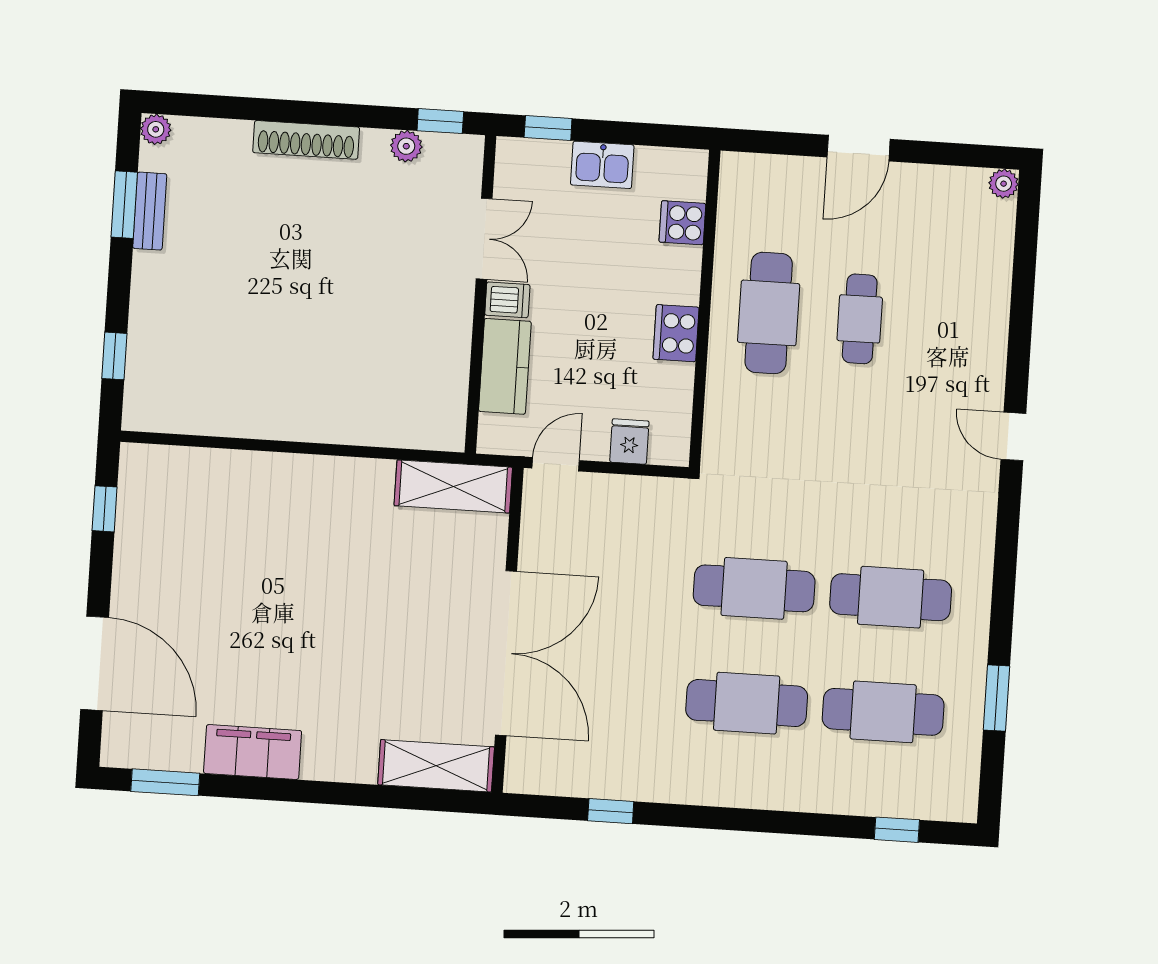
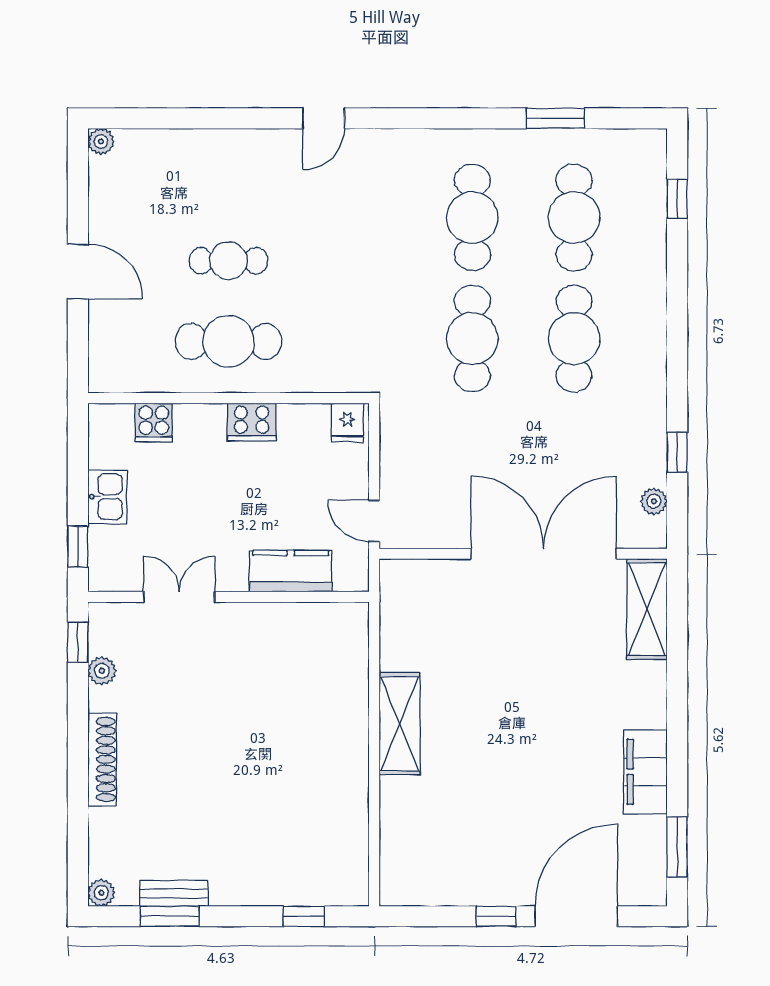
dishwasher: (507, 300) -> (232, 573), removed
fridge: (629, 442) -> (347, 422), moved, turned -90
shelving: (453, 486) -> (400, 724), moved
window: (105, 509) -> (496, 916), moved
plant: (557, 781) -> (654, 501), added

